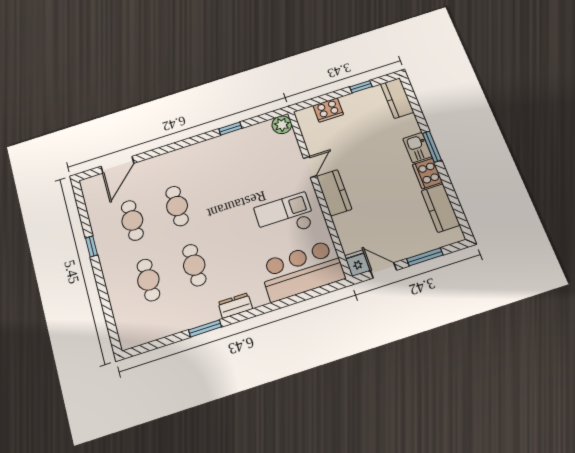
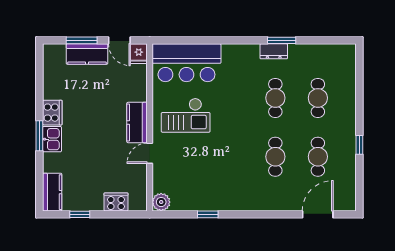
kitchen counter: (440, 208) -> (87, 54), moved, turned 90
dresser: (235, 306) -> (274, 51), moved

